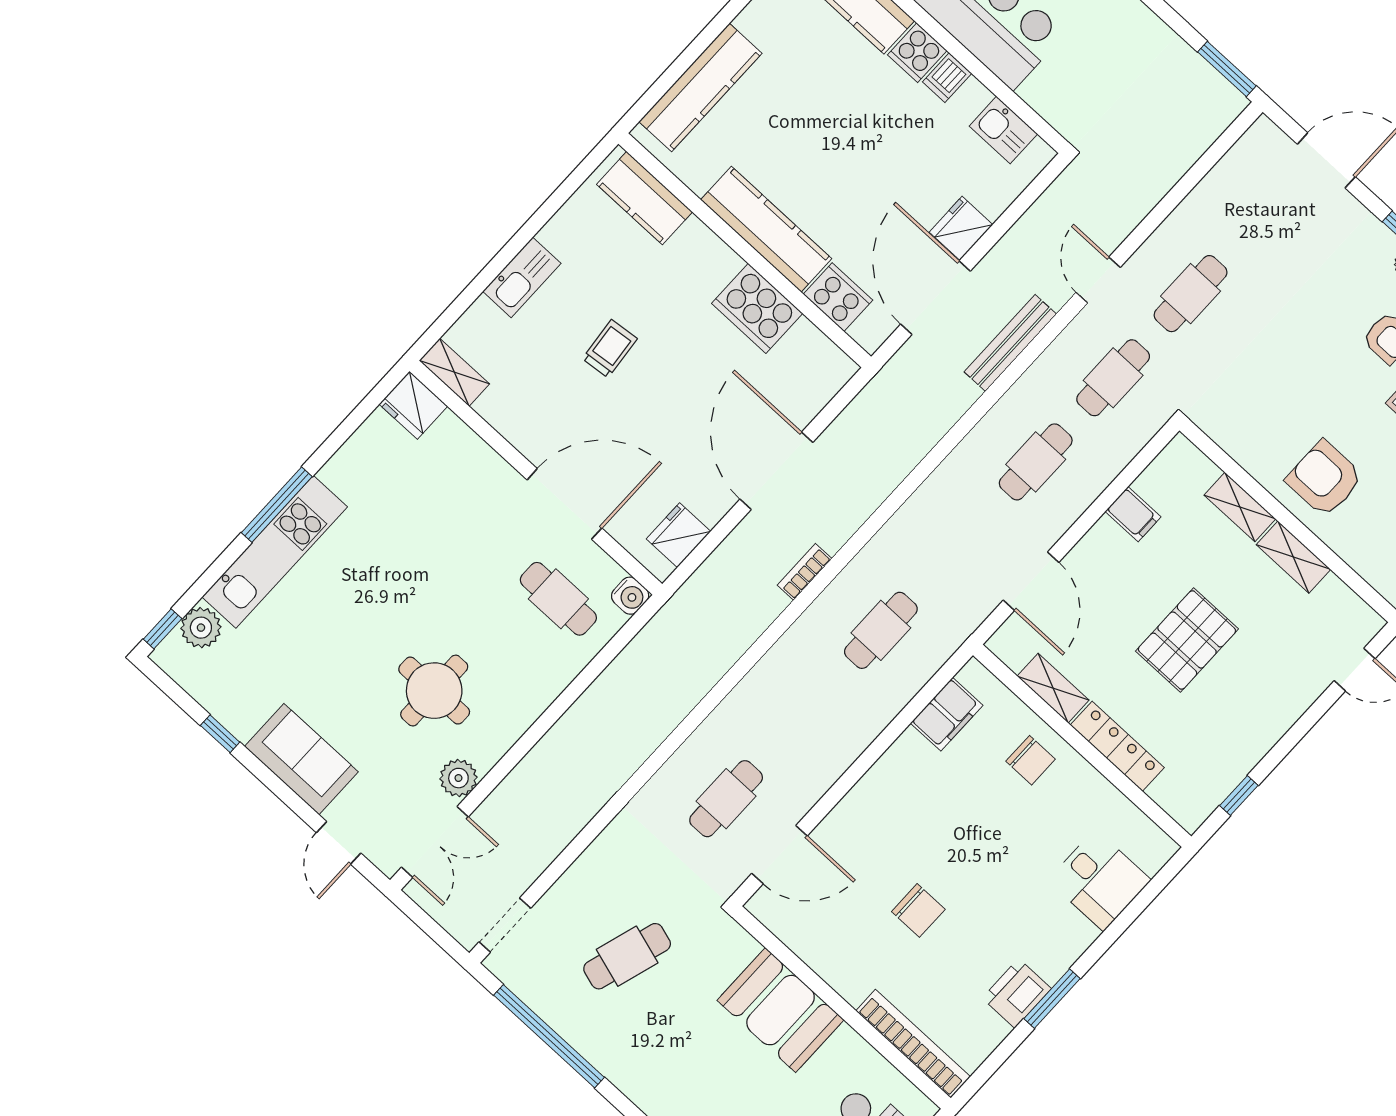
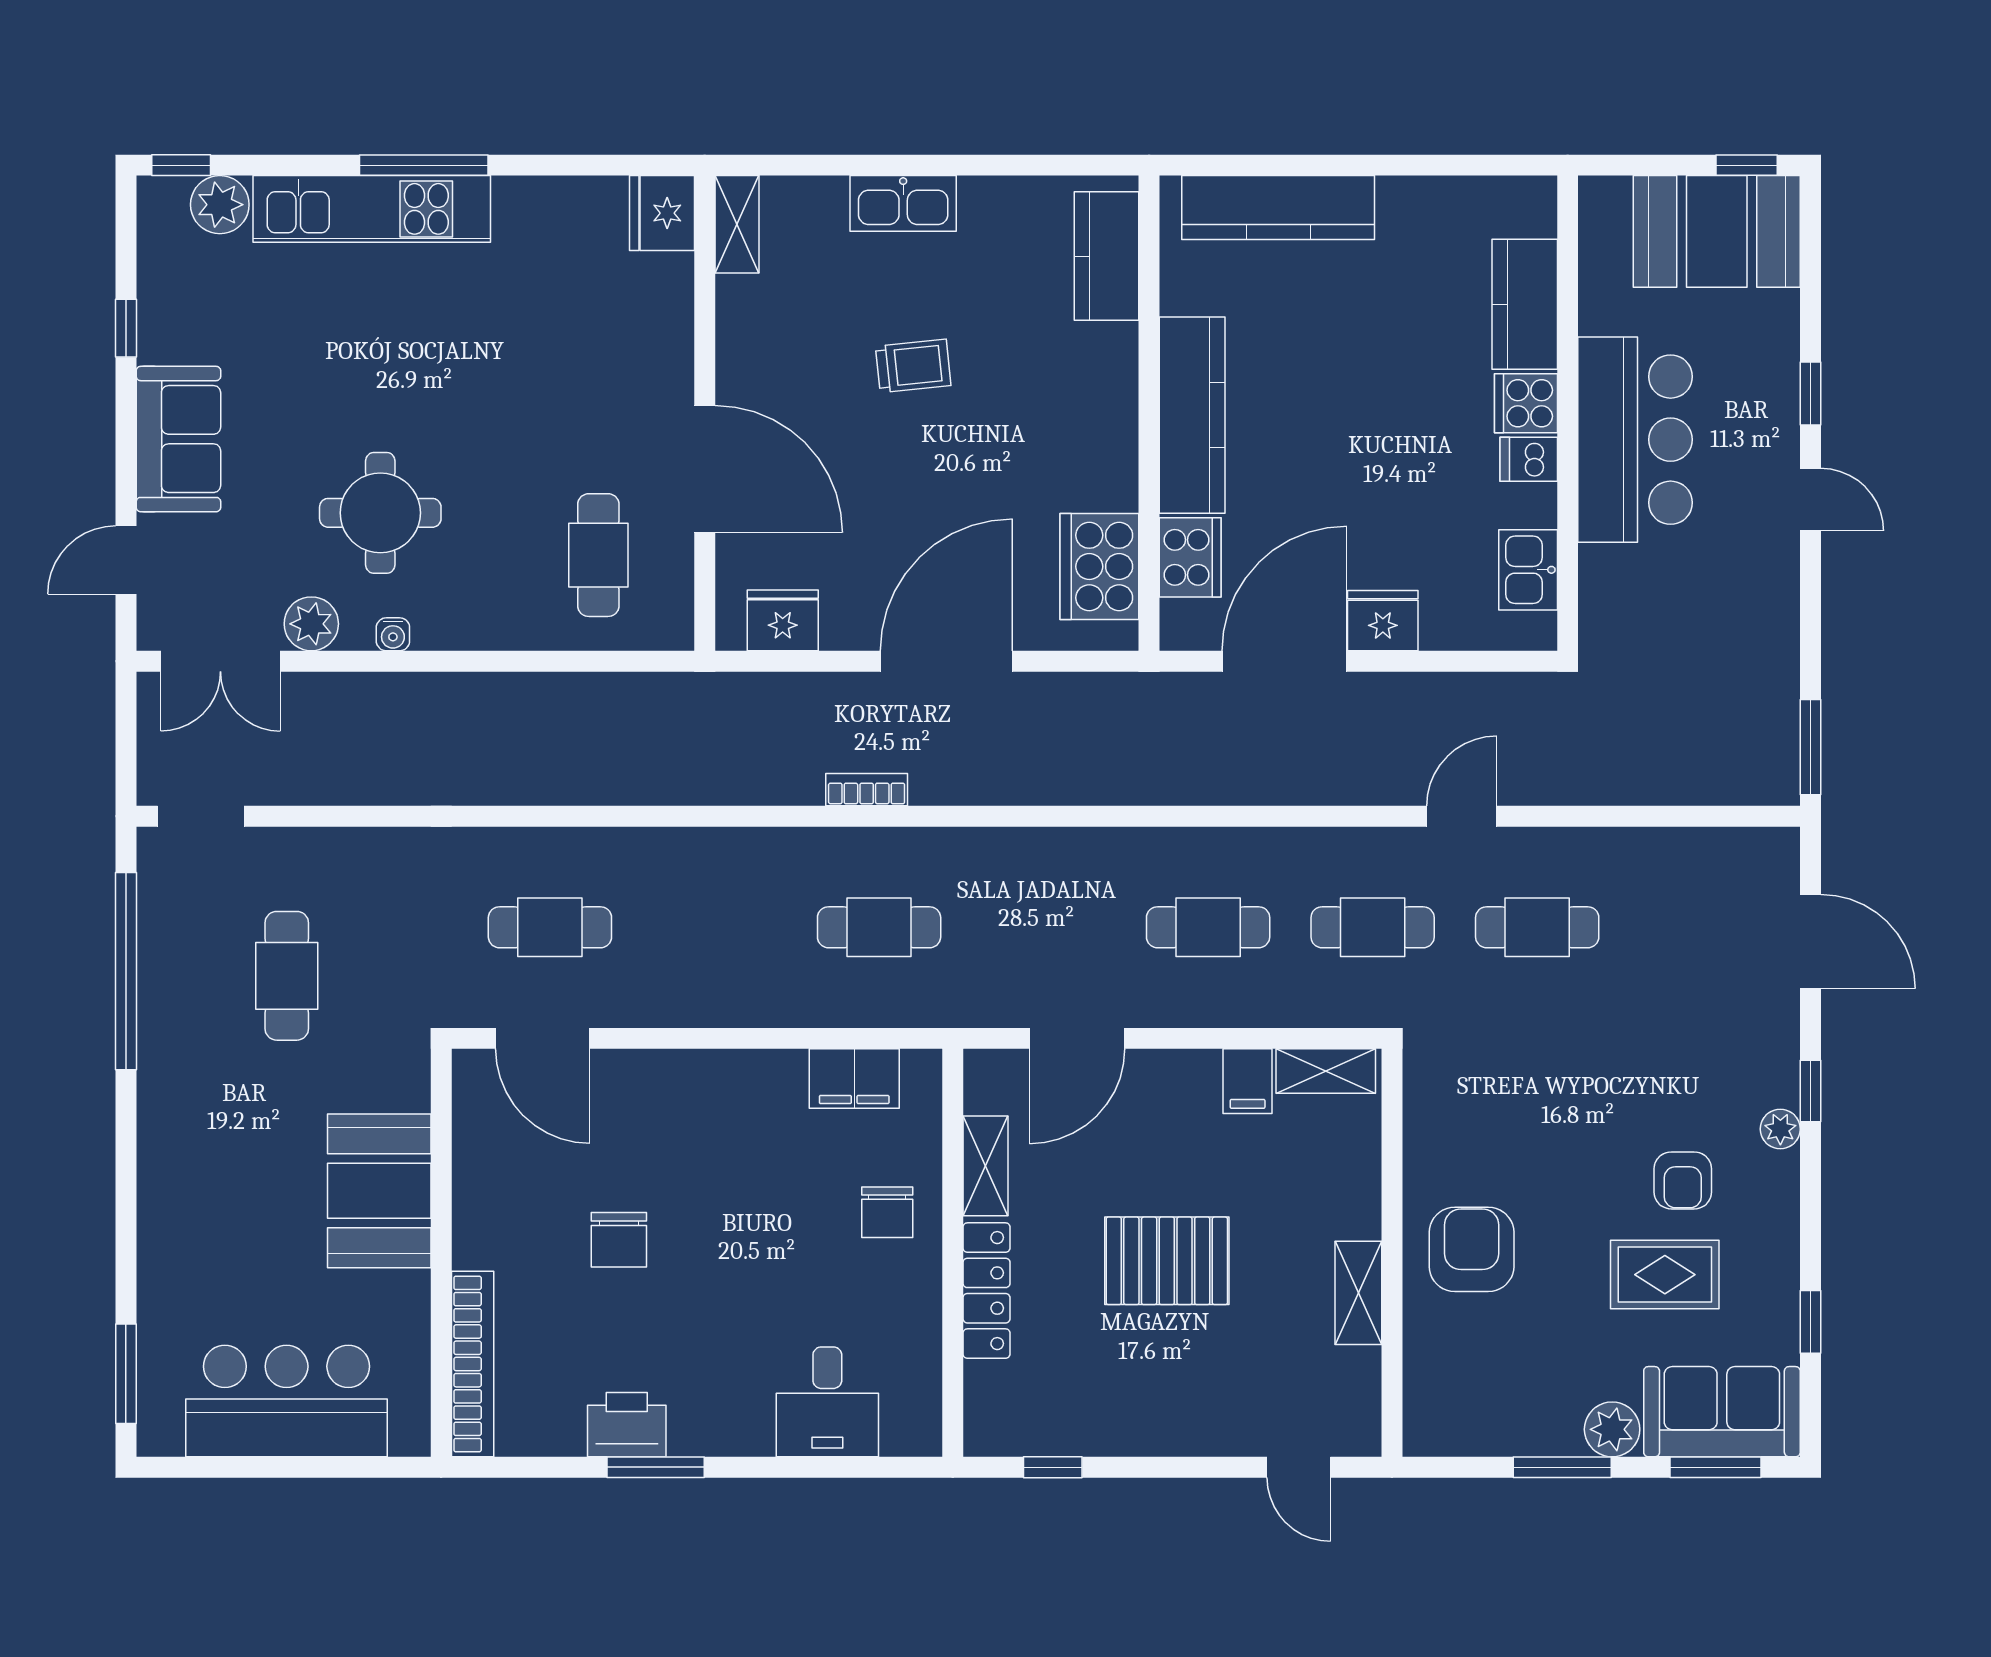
cooker: (757, 308) -> (1099, 567), moved
bench: (1010, 343) -> (1309, 785), removed
shelving: (1240, 507) -> (1326, 1071), moved, turned 90
water cooler: (630, 596) -> (393, 634), moved, width x0.72, depth x0.72
cafe table: (627, 956) -> (287, 976), turned 73

